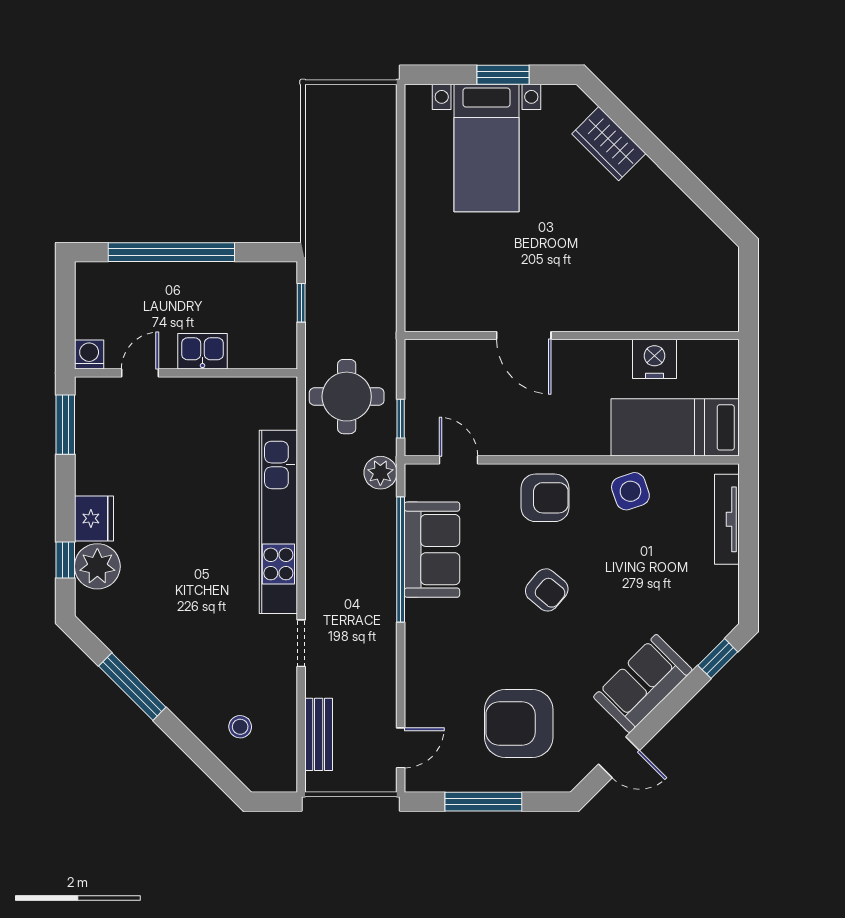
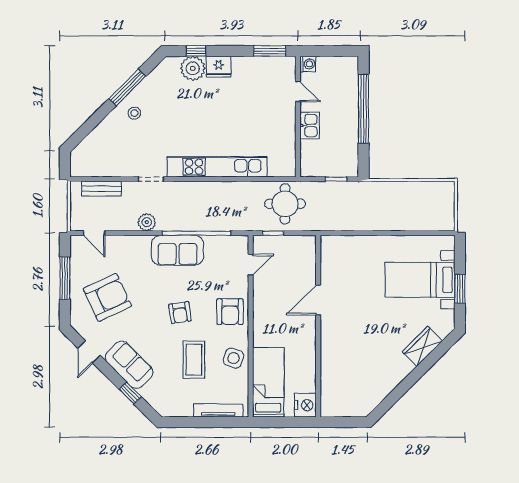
nightstand: (654, 359) -> (305, 405), moved
plant: (380, 473) -> (147, 222), moved
side table: (630, 491) -> (234, 358), turned 37
sofa: (432, 550) -> (177, 250), moved
coffee table: (633, 564) -> (194, 360), added
armchair: (547, 590) -> (180, 313), turned -48
window: (718, 659) -> (130, 393), moved
armchair: (519, 723) -> (107, 297), turned 65
stool: (240, 727) -> (134, 113), moved

